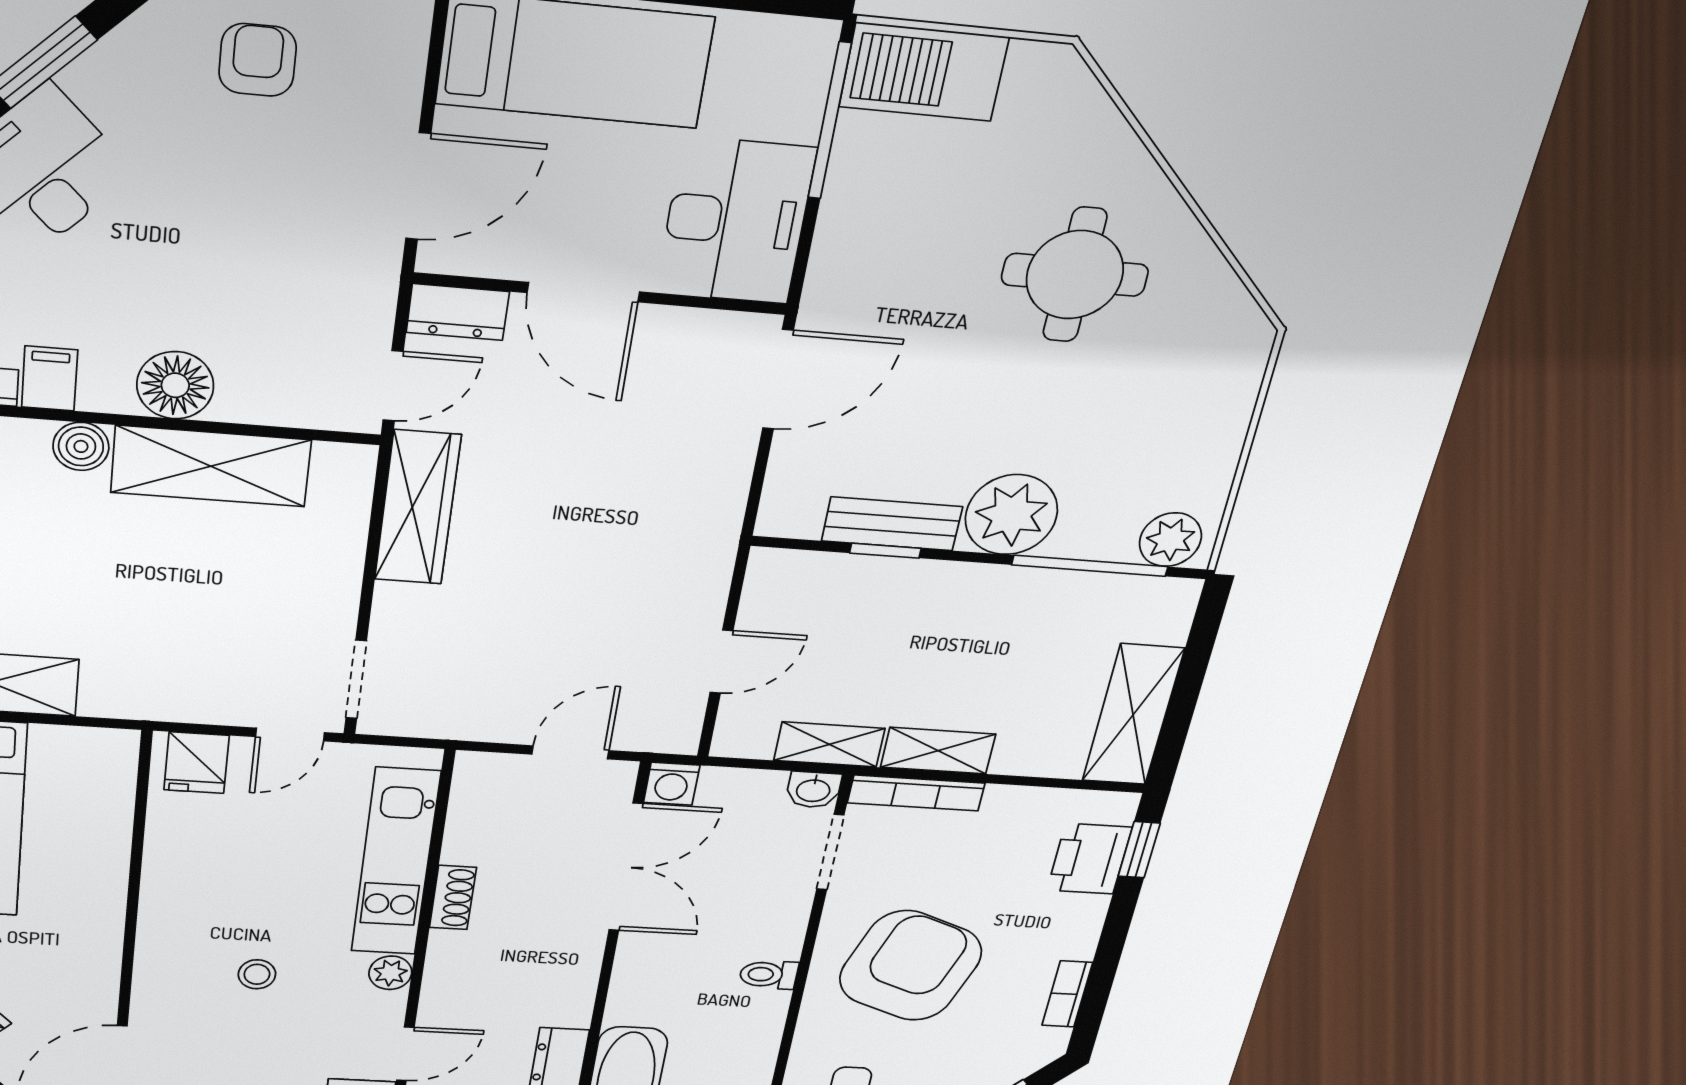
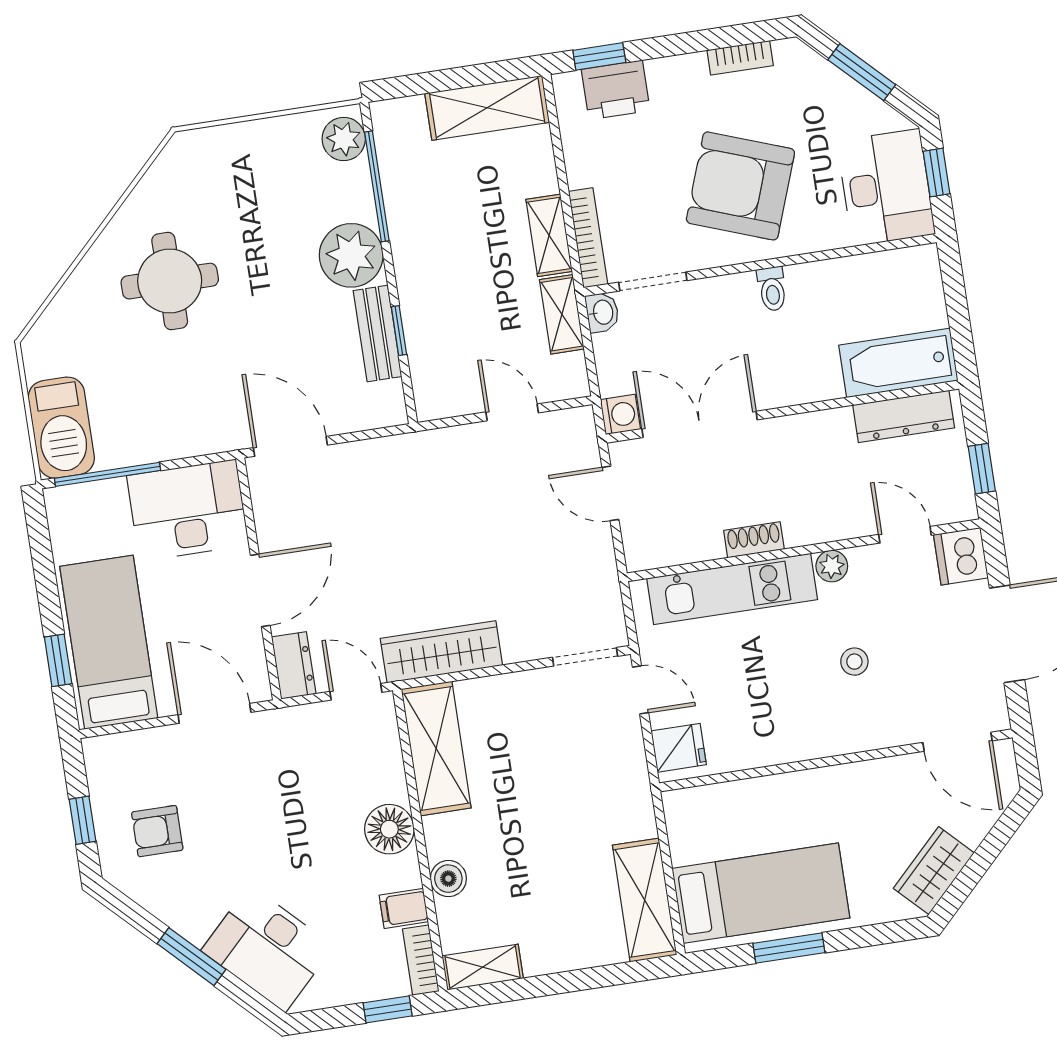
shelving: (211, 466) -> (436, 748), moved

